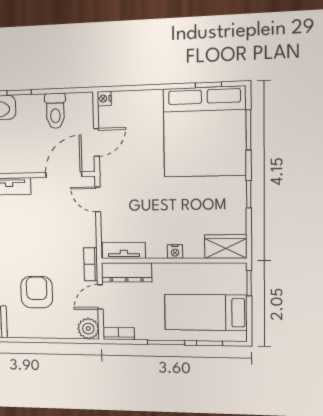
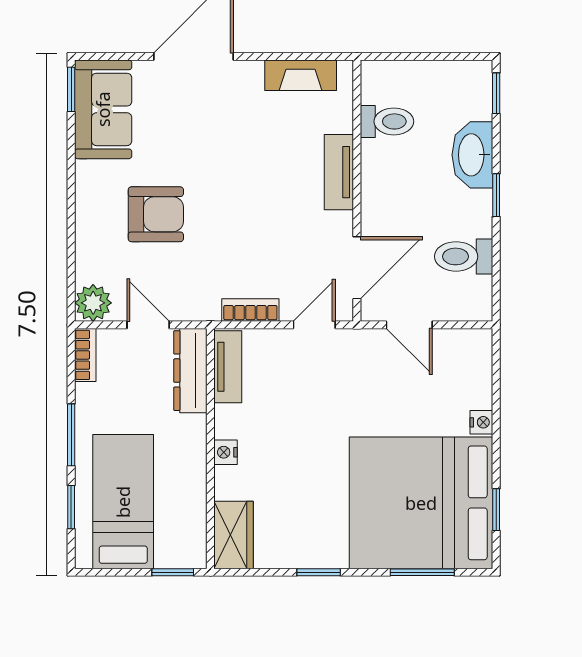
nightstand: (104, 99) -> (481, 422), moved, turned 90
door: (64, 175) -> (357, 268), hinge flipped
bookcase: (91, 264) -> (250, 310), moved

